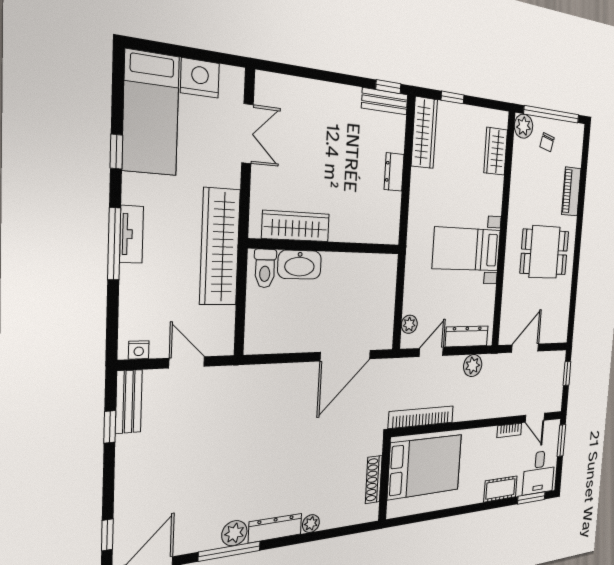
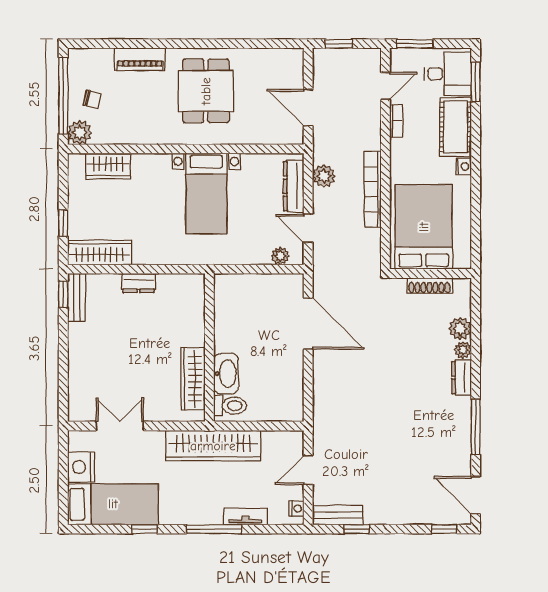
tv unit: (132, 234) -> (245, 516), moved
bookcase: (421, 417) -> (373, 189), moved
cot: (501, 489) -> (456, 127), width x1.37, depth x1.34
nightstand: (471, 498) -> (464, 167), added
dresser: (275, 528) -> (462, 378), width x0.70
plant: (234, 533) -> (460, 329), moved

